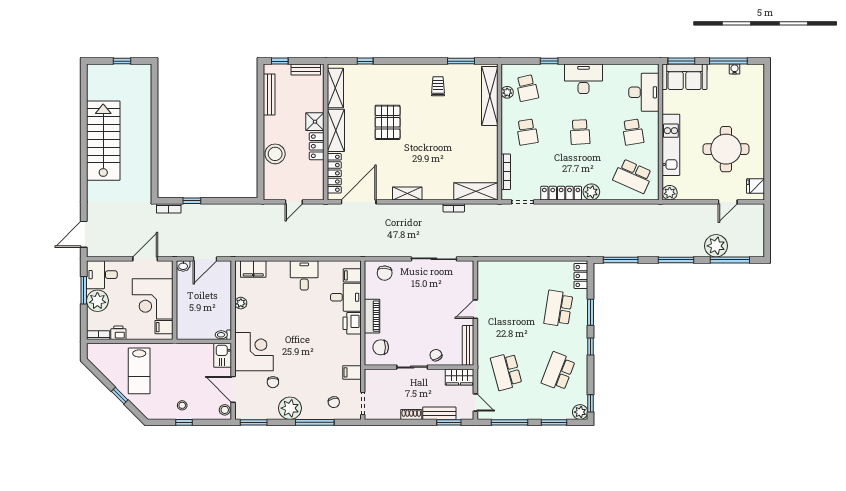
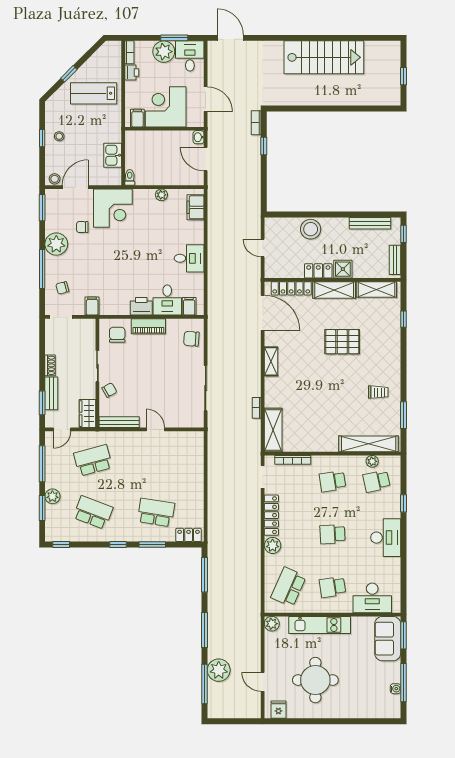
kitchen sink: (223, 355) -> (113, 155), moved, turned -90
plant: (580, 412) -> (52, 496), moved

